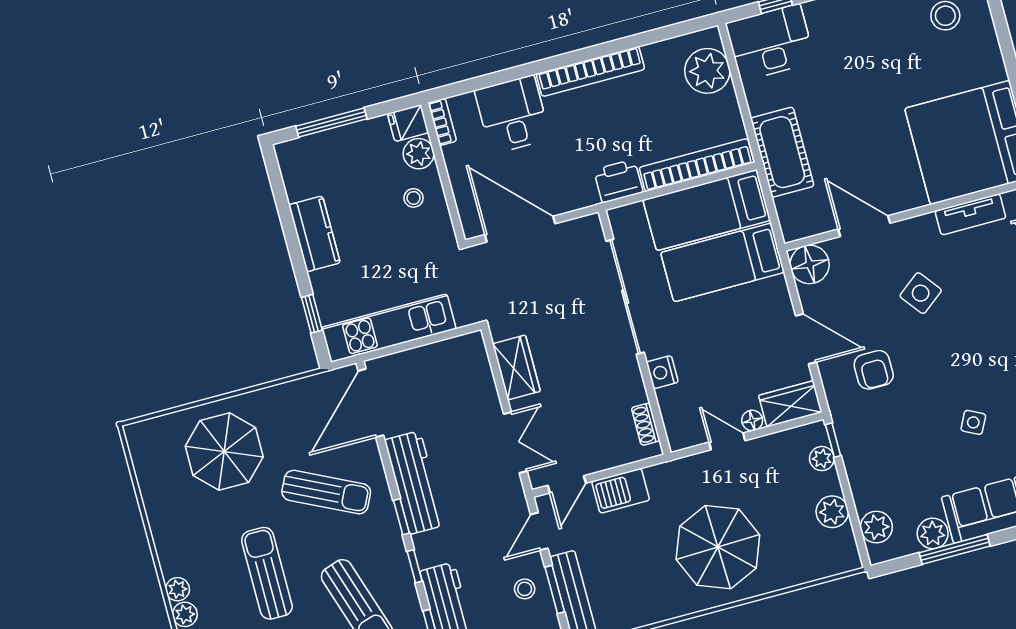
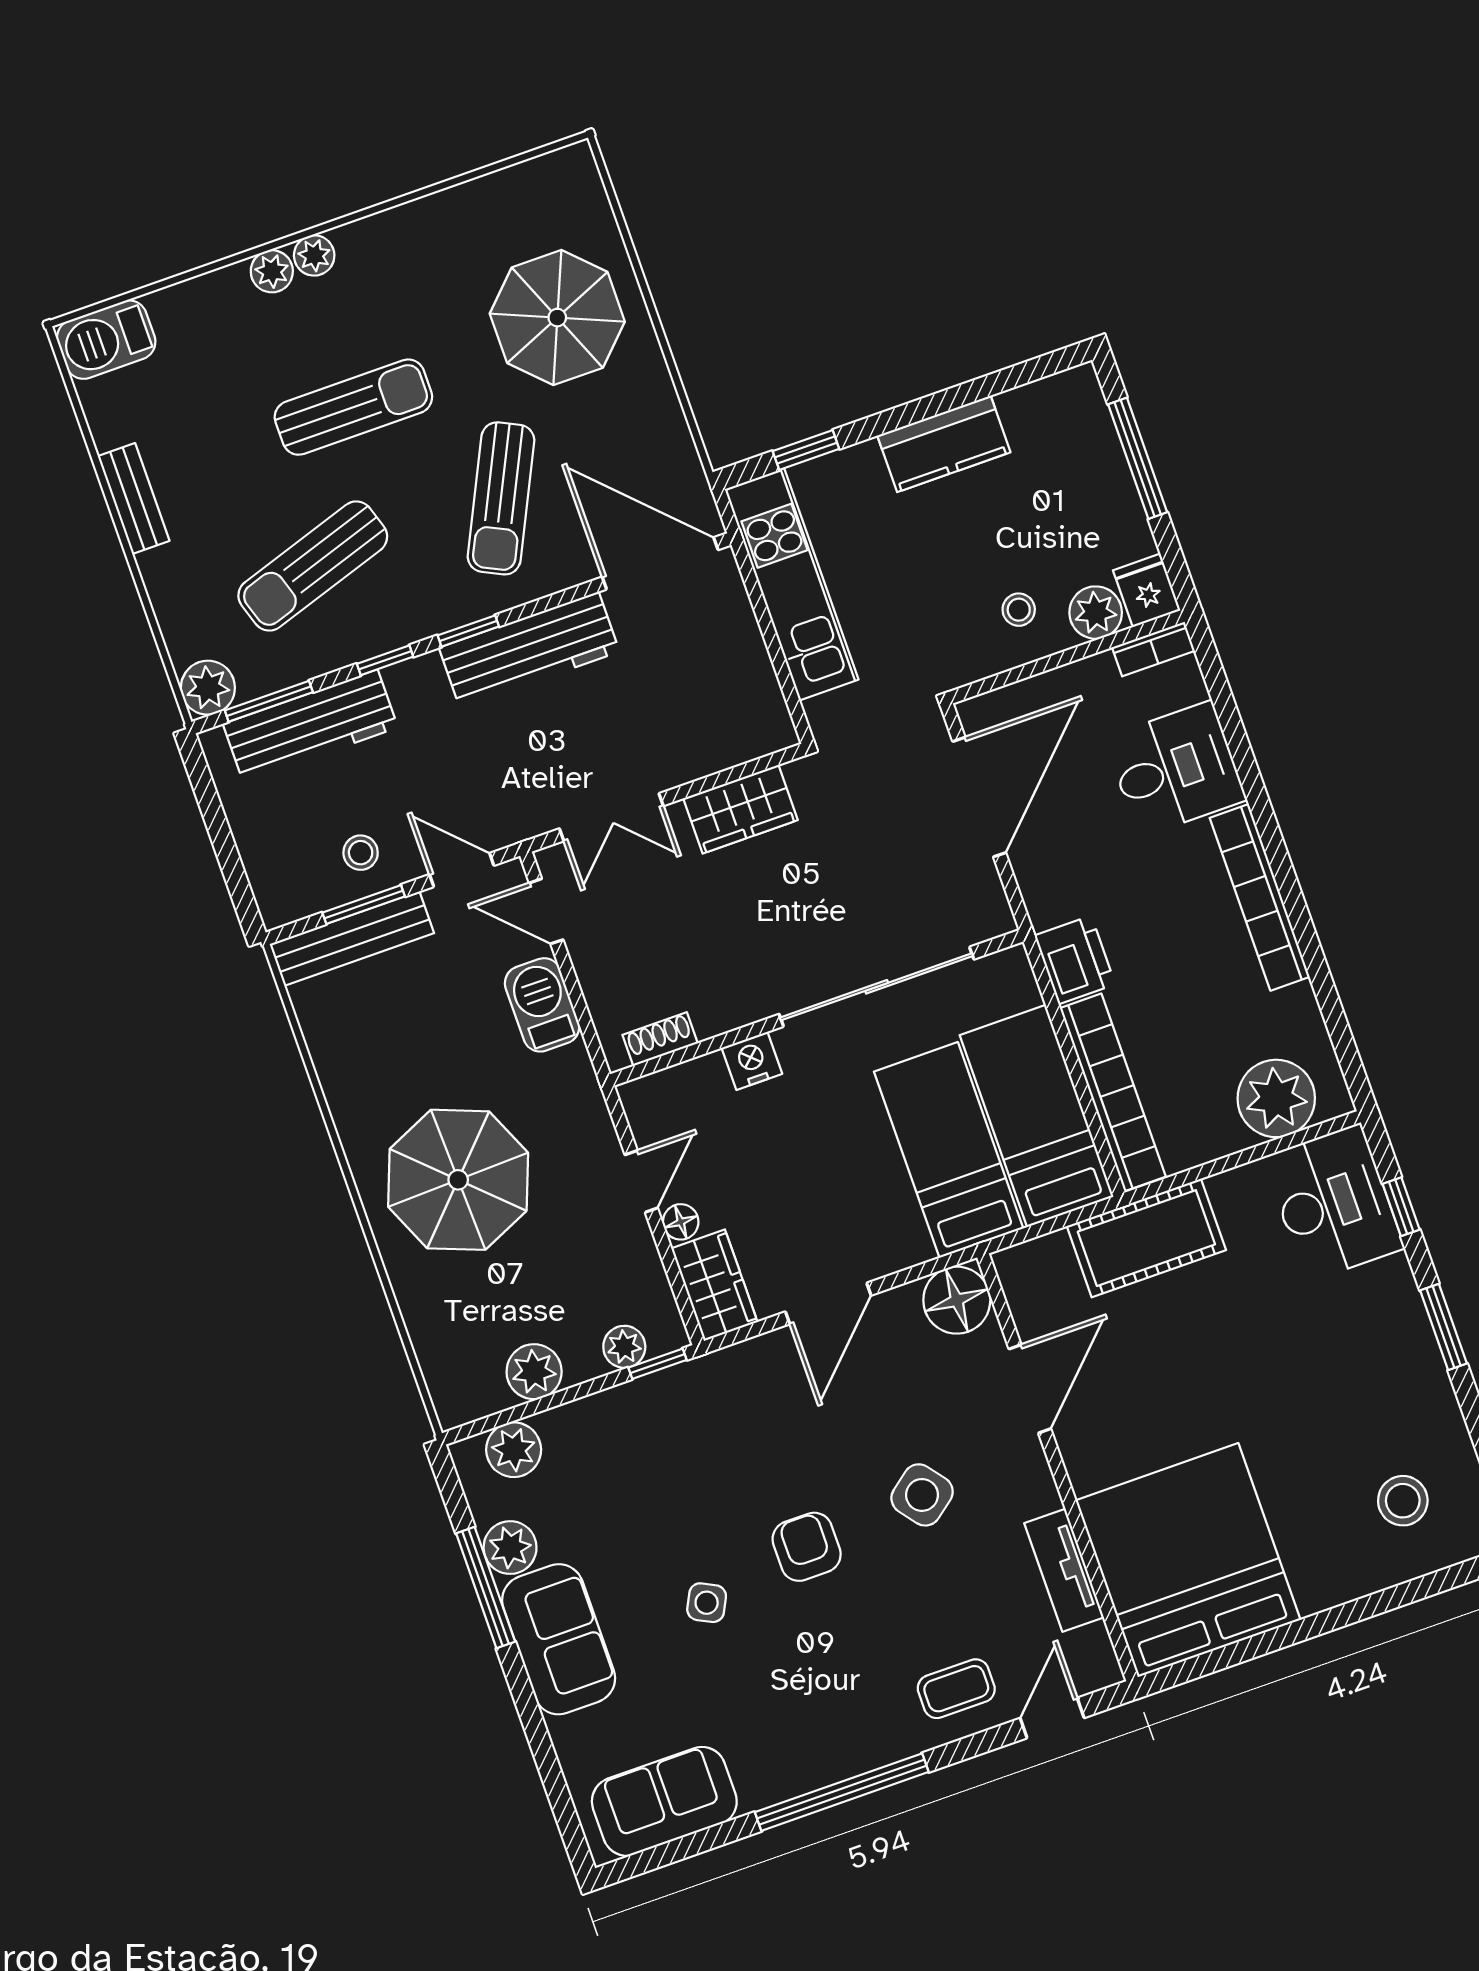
armchair: (874, 370) -> (807, 1547), moved, turned 90

